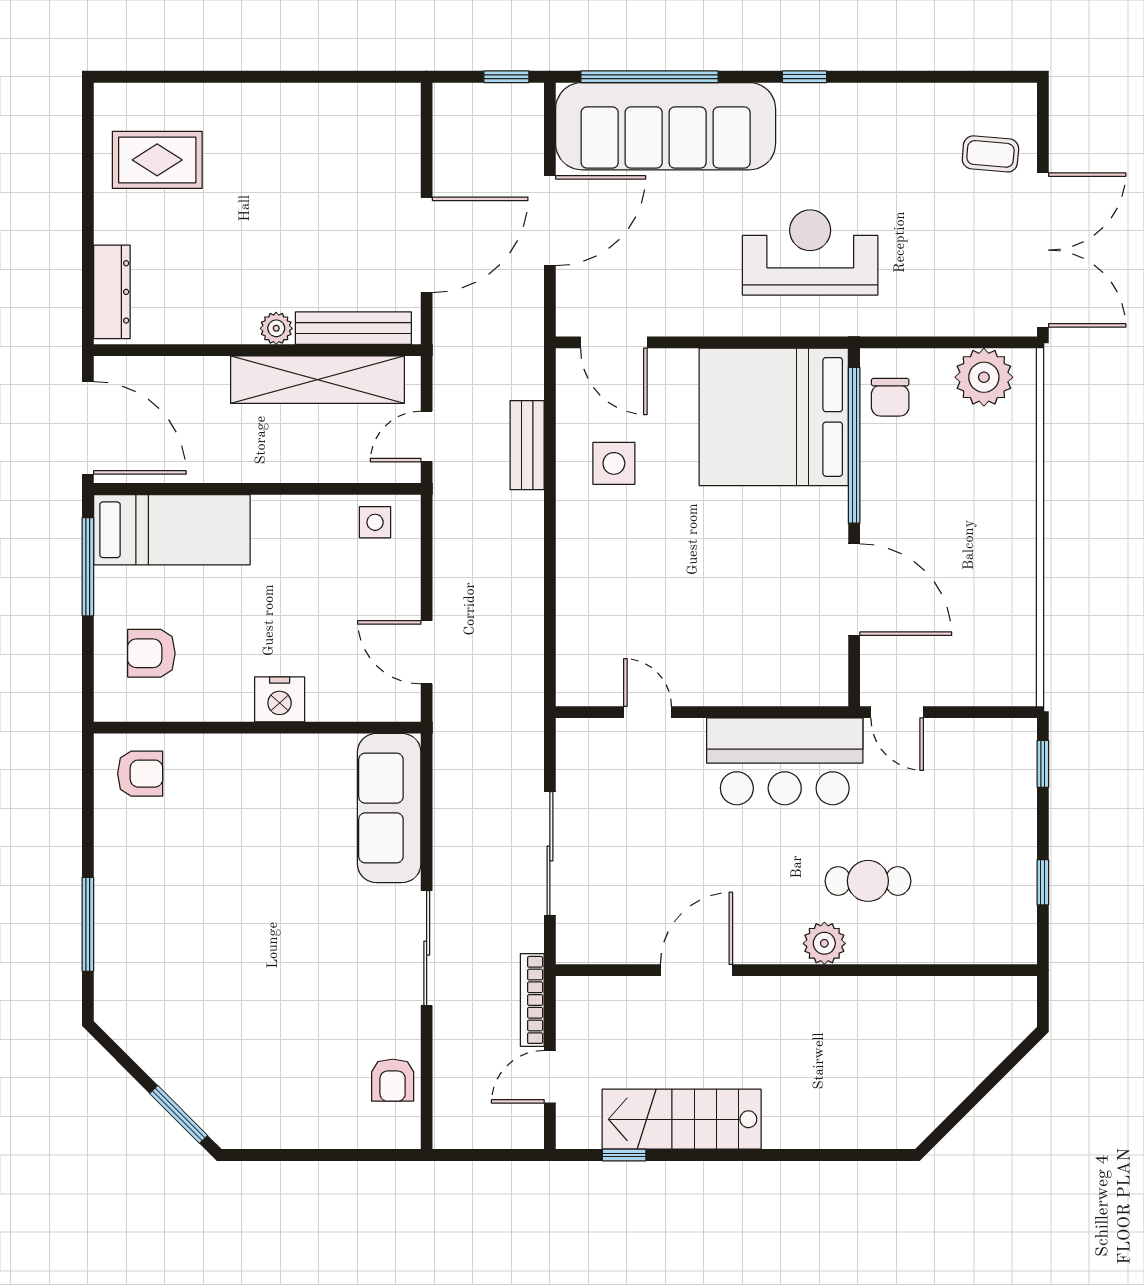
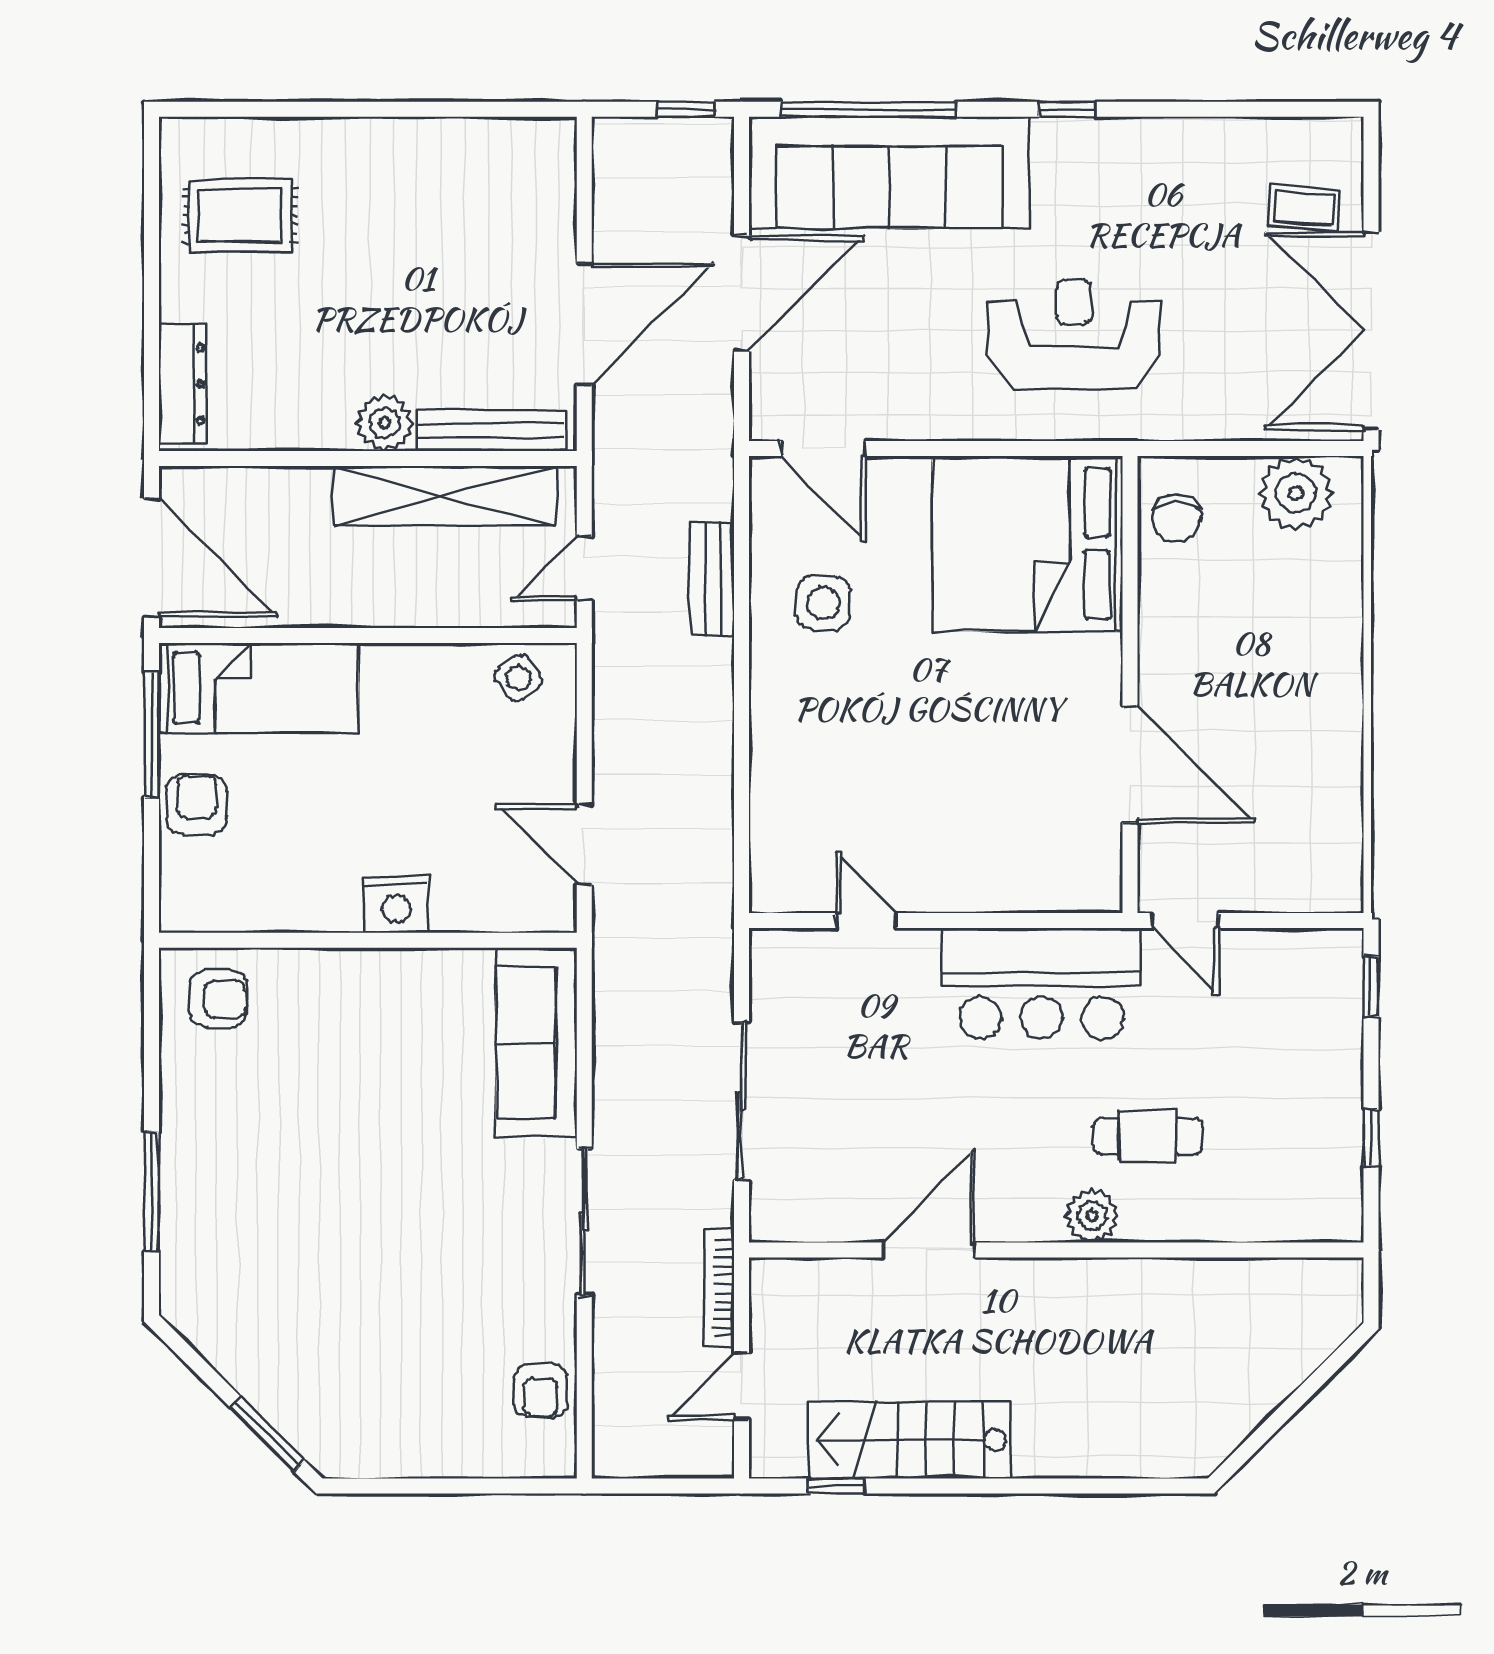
double door: (1043, 250) -> (1371, 331), swing flipped
plant: (276, 328) -> (385, 423), width x1.38, depth x1.38
window: (854, 445) -> (1130, 580), removed
side table: (375, 522) -> (518, 678), turned -38
armchair: (151, 653) -> (196, 804), moved, turned 90

